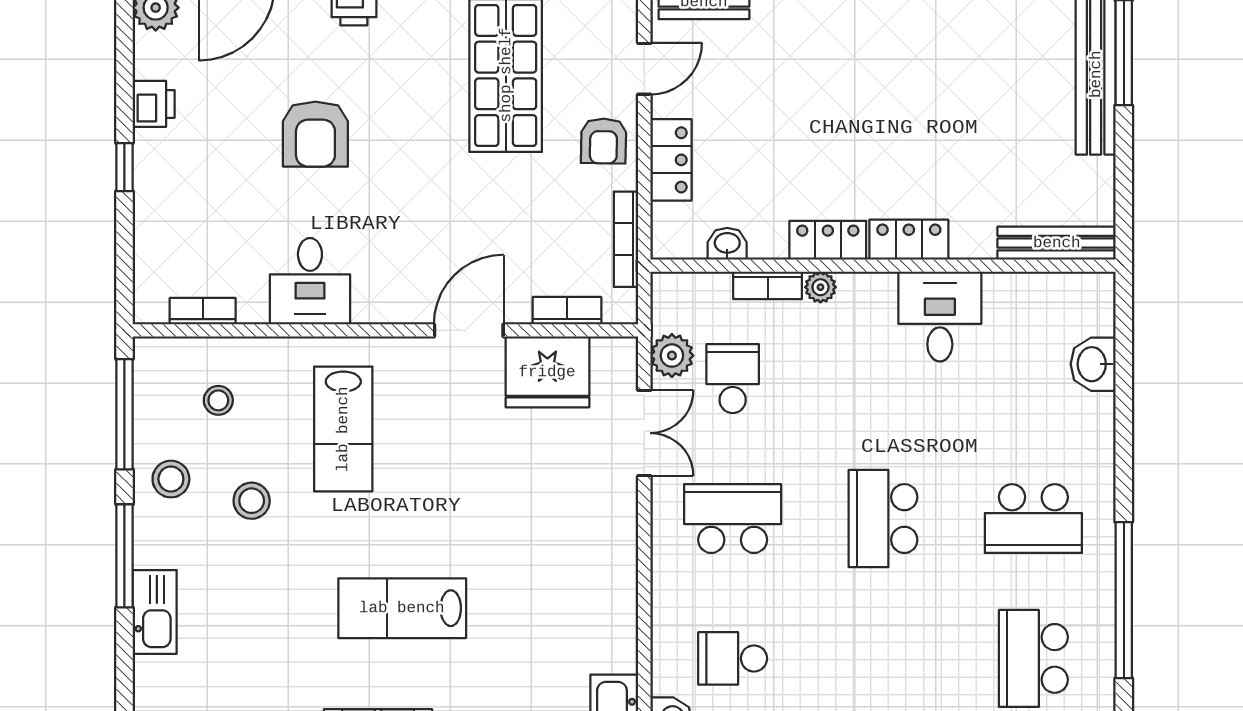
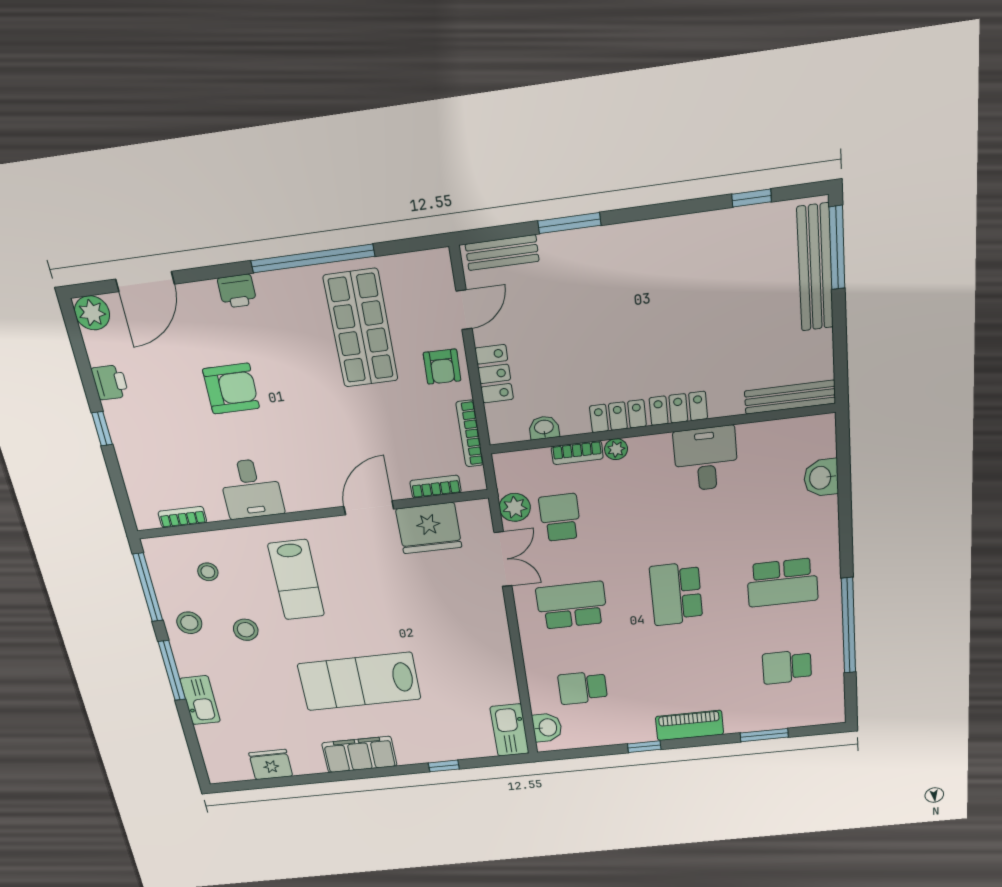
armchair: (315, 134) -> (231, 389), turned -90
lab bench: (402, 608) -> (359, 681), width x1.36, depth x1.39
school desk: (1033, 658) -> (787, 667), width x0.54

